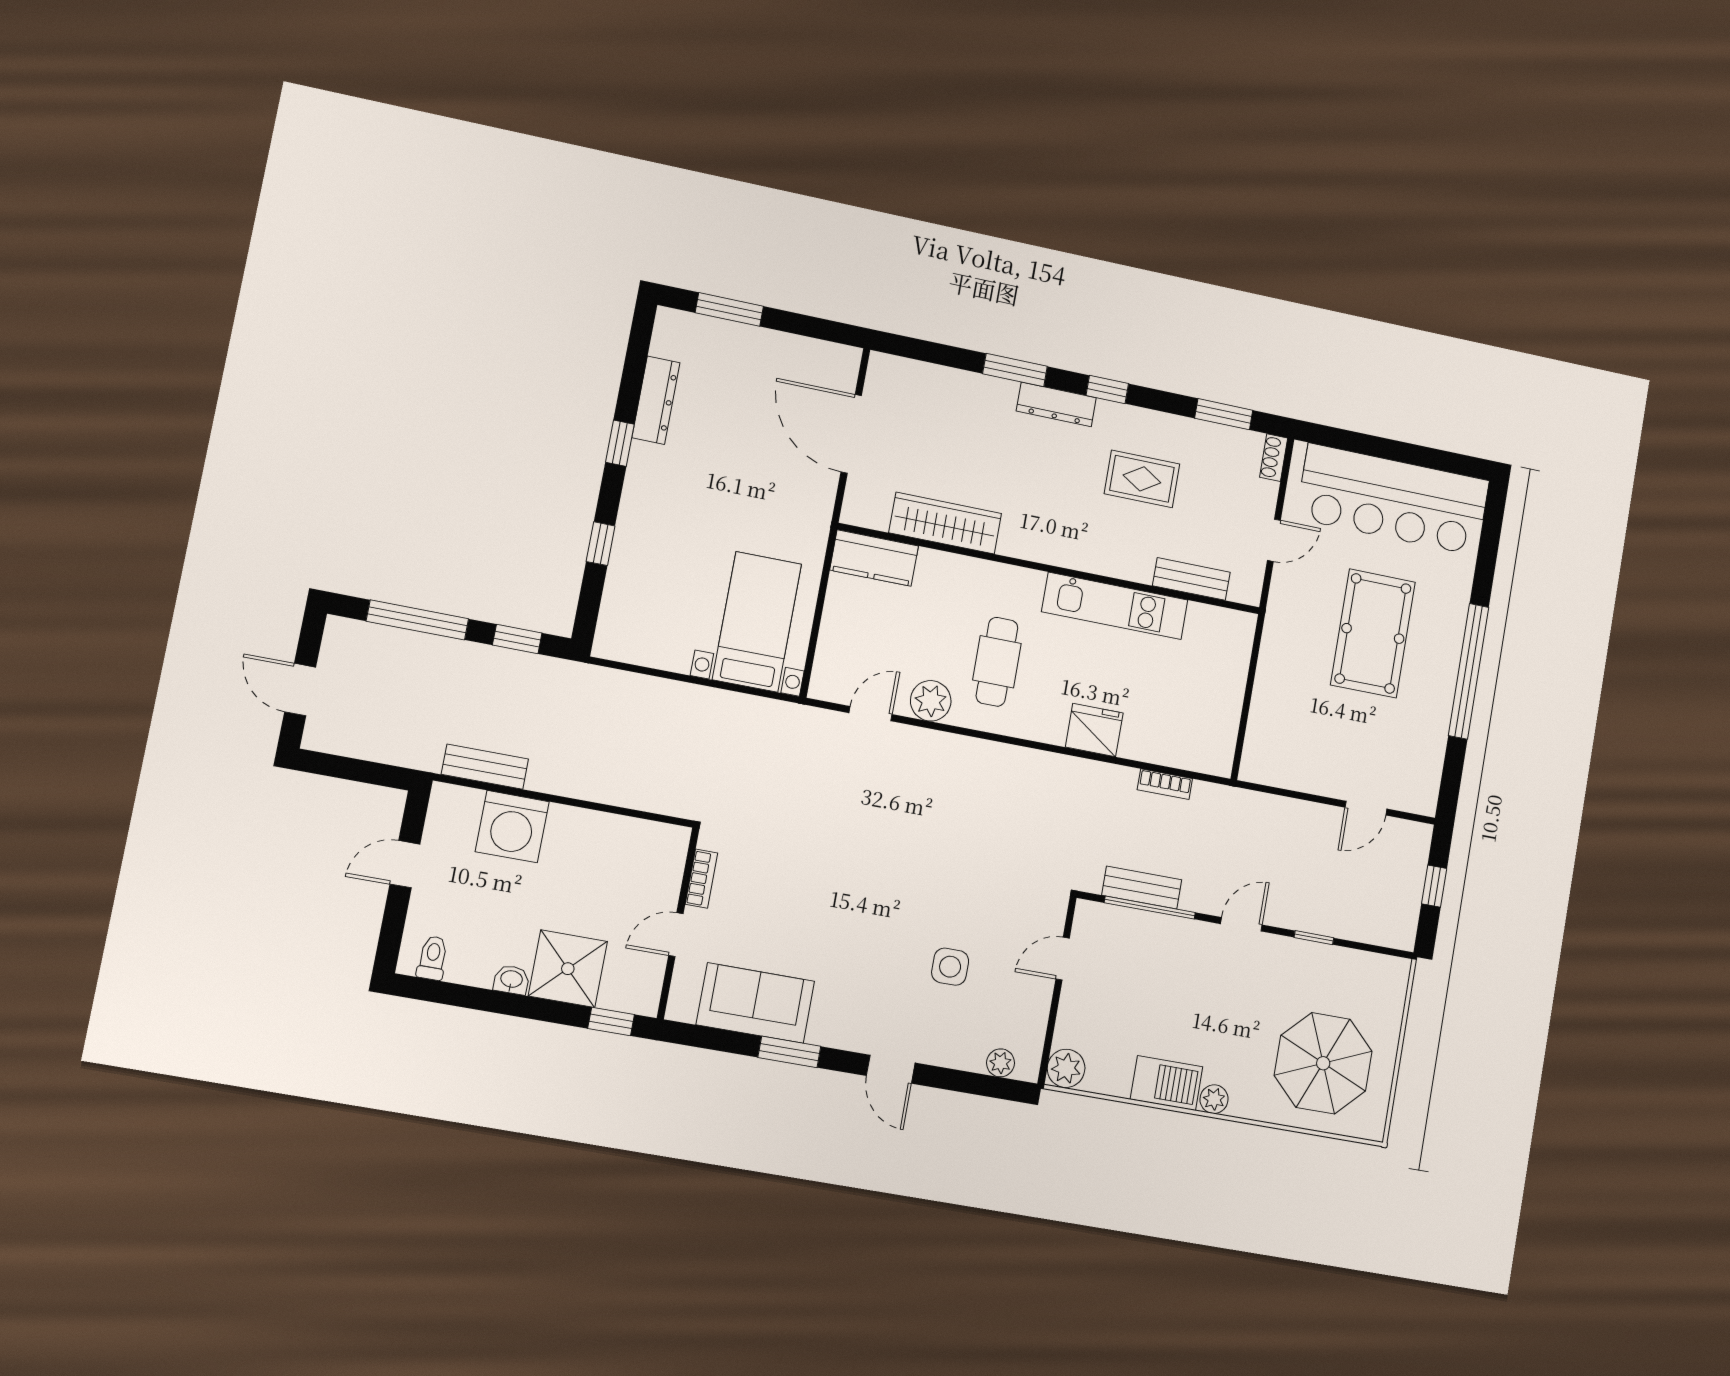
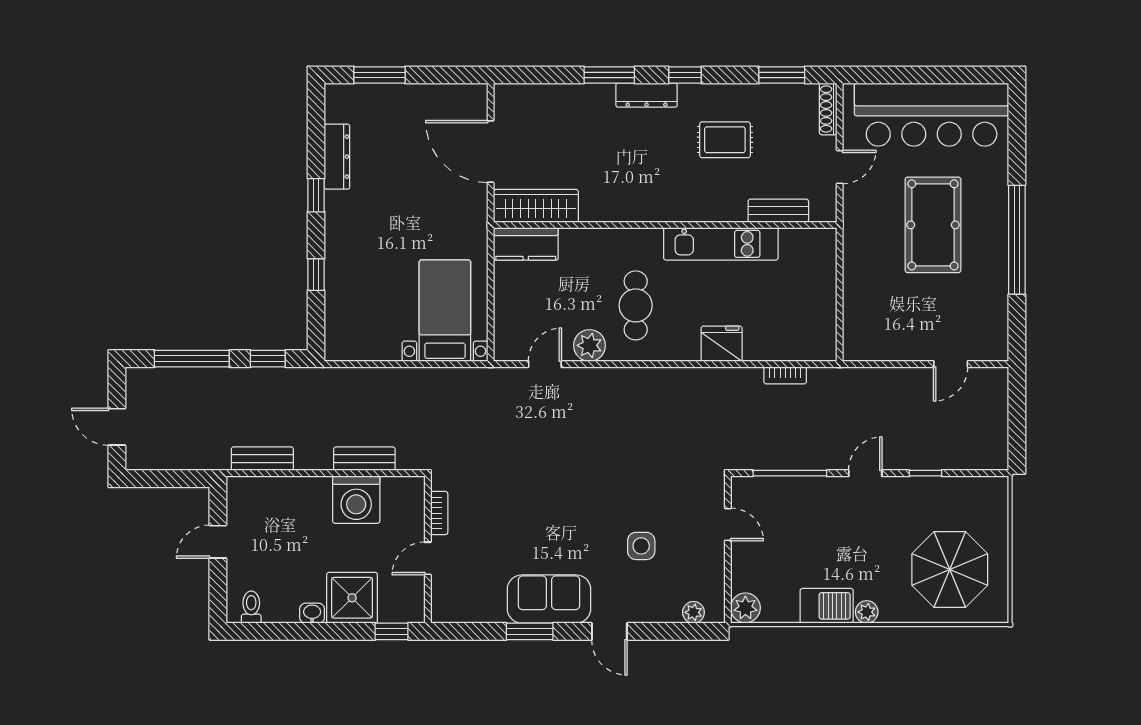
shoe rack: (1274, 458) -> (828, 109), width x1.43
wardrobe: (945, 523) -> (536, 206), moved
washing machine: (512, 827) -> (356, 500), moved
window: (1434, 886) -> (1017, 415), removed
bench: (1142, 887) -> (364, 459), moved
door: (1063, 959) -> (728, 525), swing flipped
sofa: (755, 1003) -> (549, 599), moved

